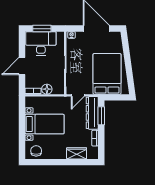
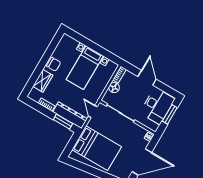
chair: (36, 151) -> (54, 64), moved

